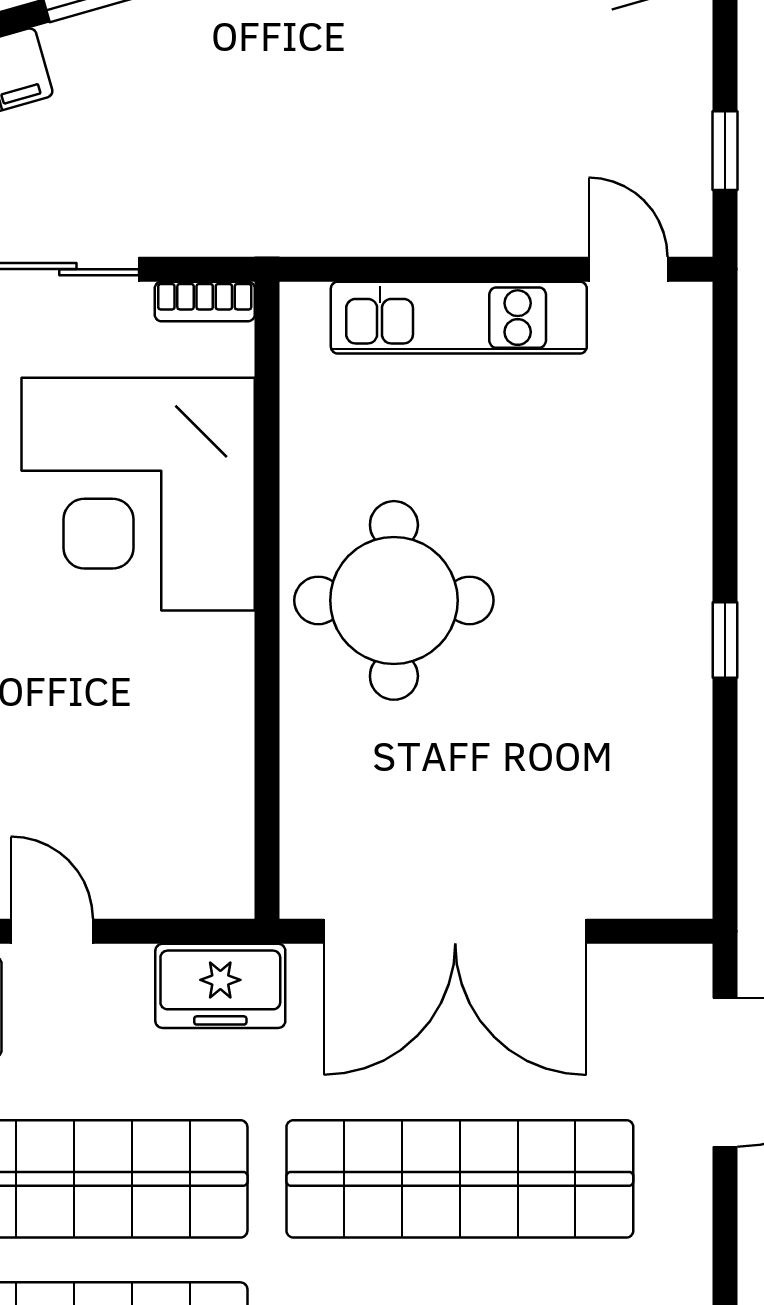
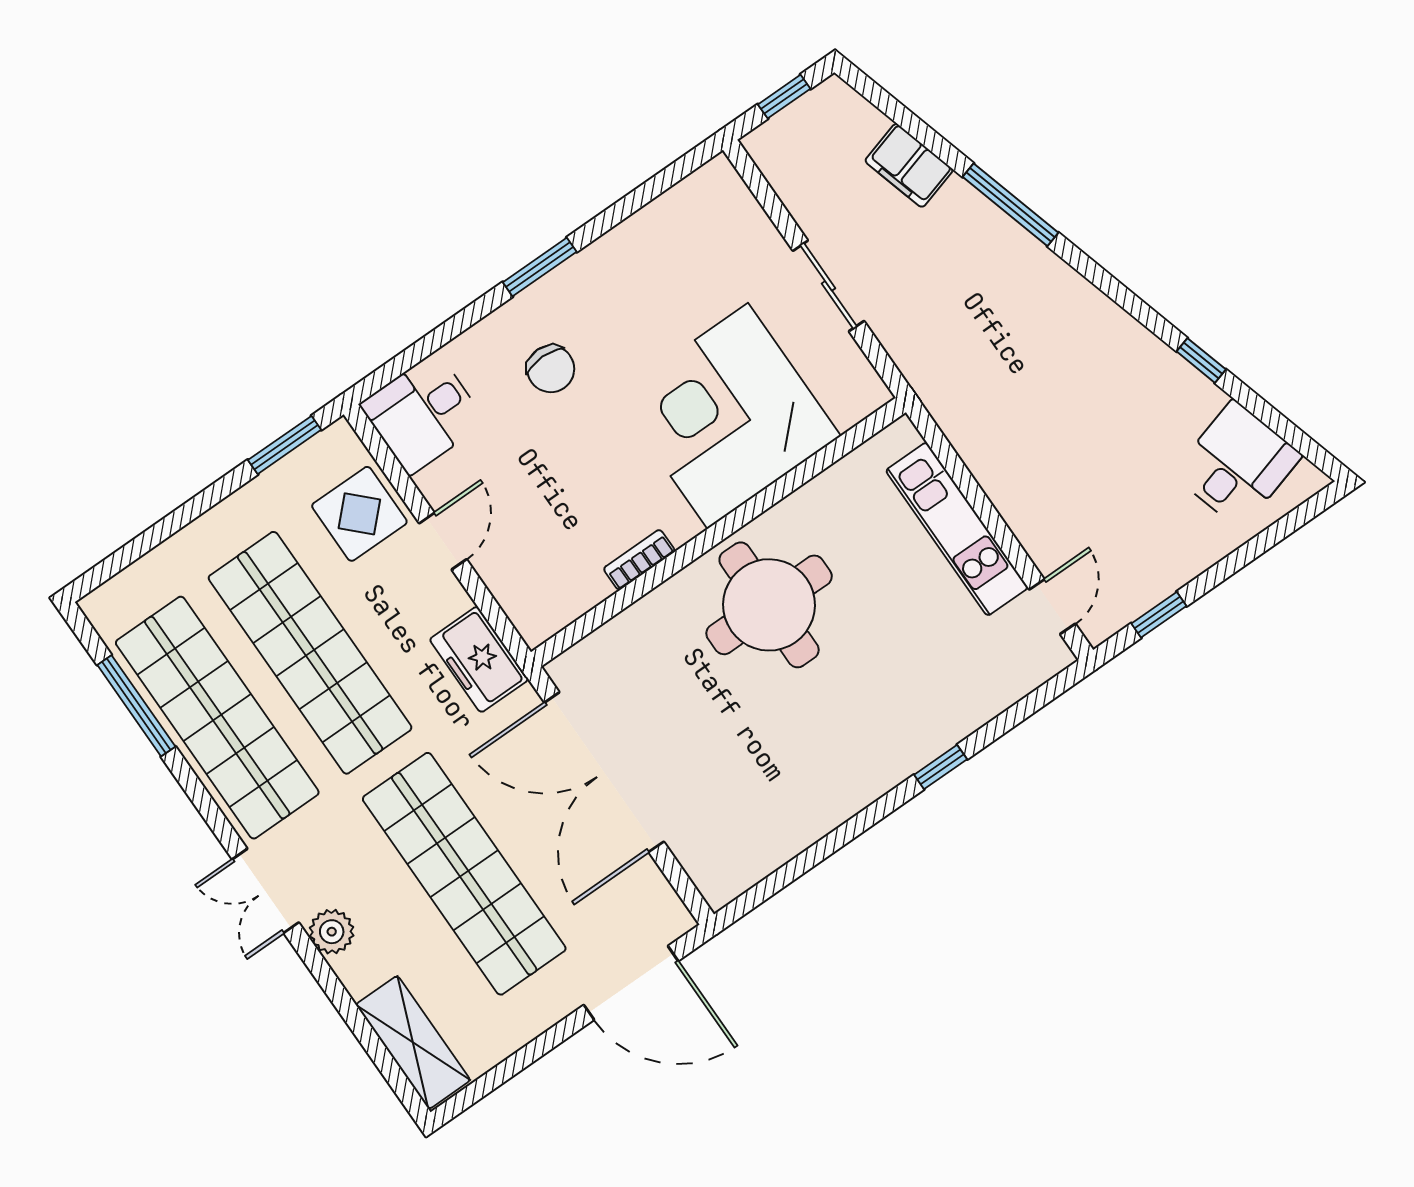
bookcase: (205, 302) -> (639, 560), moved, turned 90
window: (725, 640) -> (941, 767), moved

